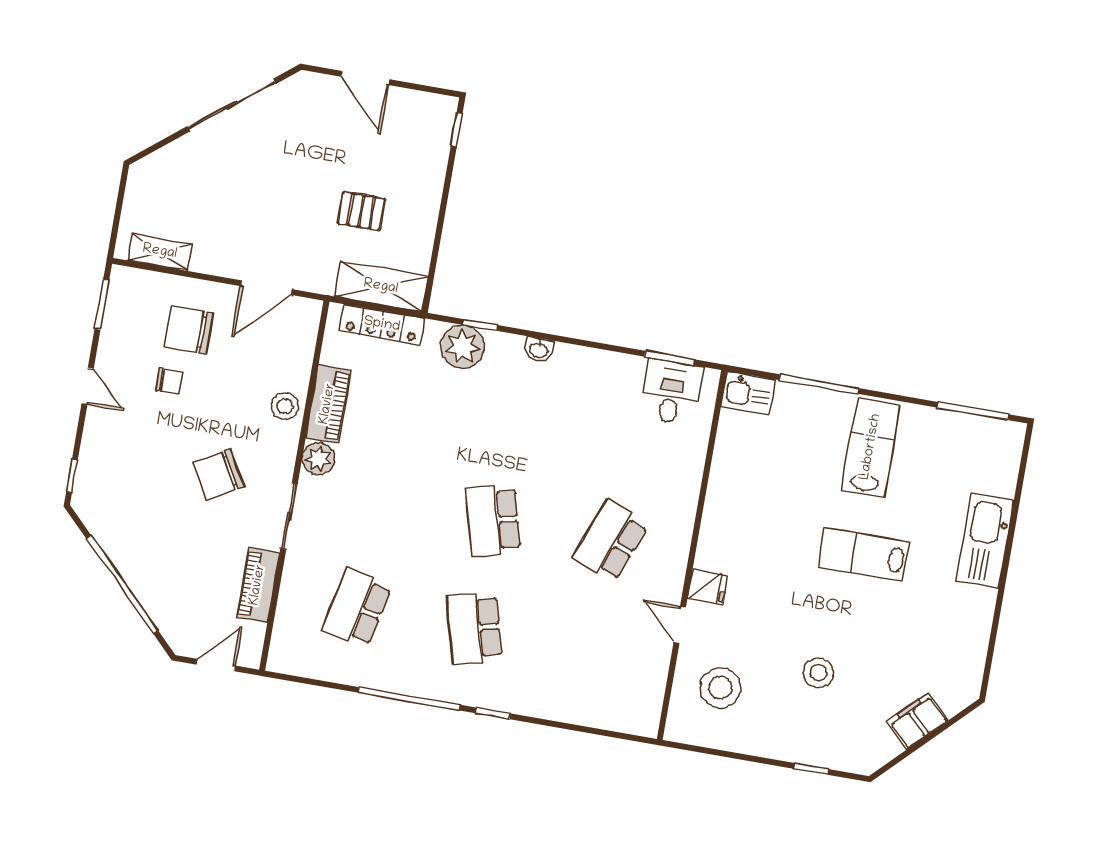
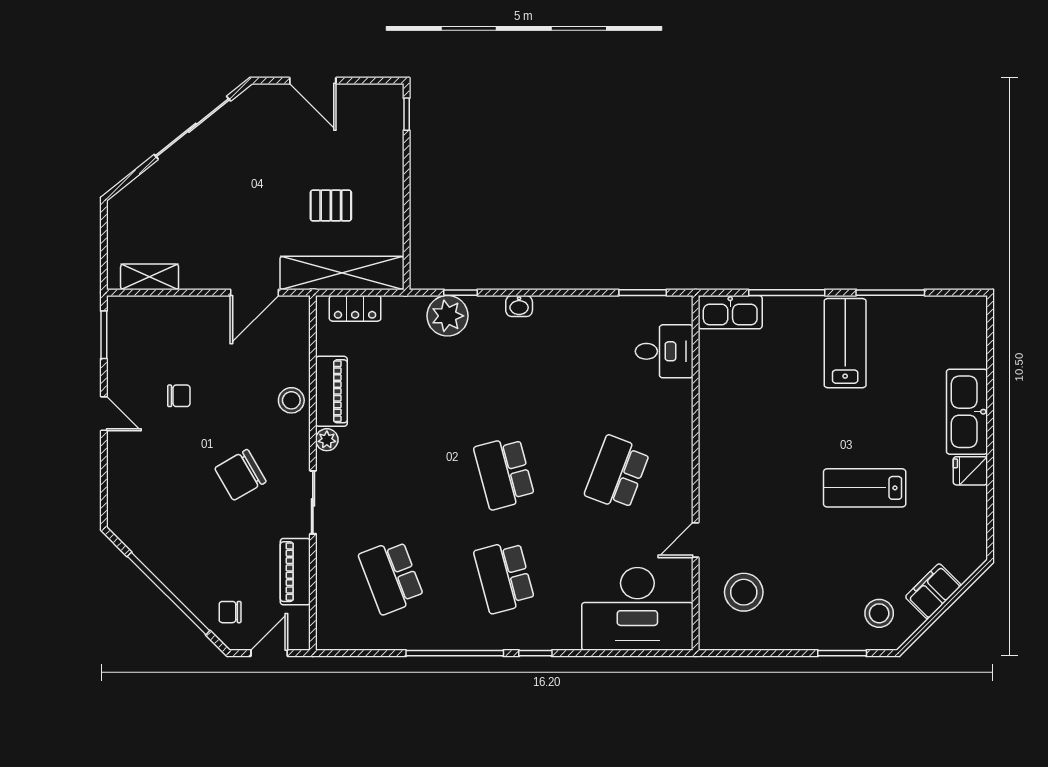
shelving: (381, 287) -> (342, 273), width x1.47
locker: (382, 325) -> (355, 308), width x0.66
chair: (189, 330) -> (230, 612), moved, width x0.54, depth x0.54
desk: (671, 392) -> (664, 351), moved, turned 90
kitchen sink: (748, 393) -> (730, 312), width x1.38
window: (973, 411) -> (890, 293), moved
plant: (318, 459) -> (327, 440), width x0.73, depth x0.73
window: (72, 476) -> (104, 500), removed
lab bench: (864, 554) -> (865, 488), moved
fridge: (708, 587) -> (970, 471), moved, turned 180
school desk: (357, 608) -> (391, 577), turned -33
door: (680, 625) -> (696, 540), hinge flipped
stool: (818, 673) -> (879, 613), moved
desk: (607, 686) -> (637, 609), added
window: (811, 769) -> (842, 653), width x1.50

